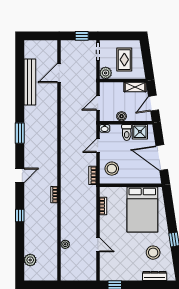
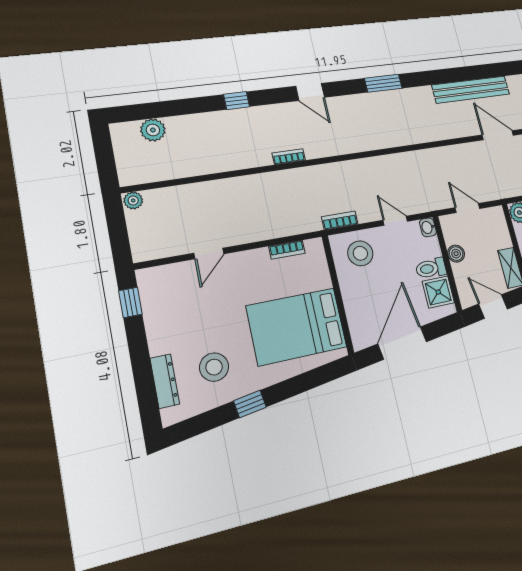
plant: (65, 244) -> (133, 200), moved

